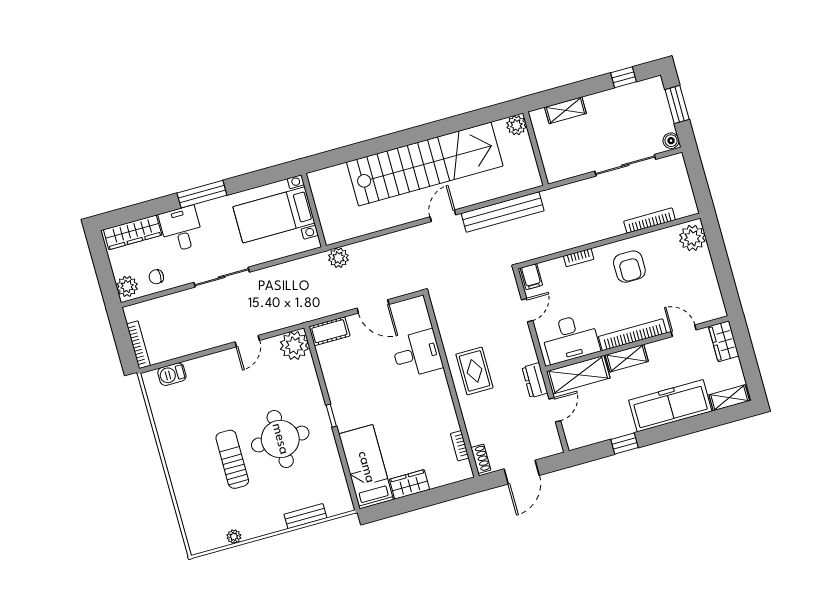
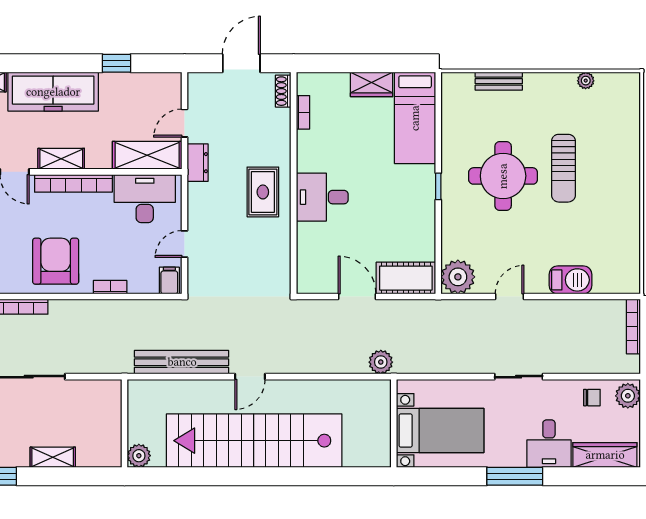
shelving: (565, 110) -> (53, 457), moved
armchair: (629, 267) -> (56, 261), width x1.36, depth x1.36
sliding door: (222, 277) -> (519, 377), width x0.73
cot: (329, 331) -> (406, 278), width x1.37, depth x1.34
desk: (417, 354) -> (322, 197), moved
shelving: (627, 358) -> (61, 159), moved
barbecue: (172, 374) -> (570, 280), moved, width x1.38, depth x1.27

